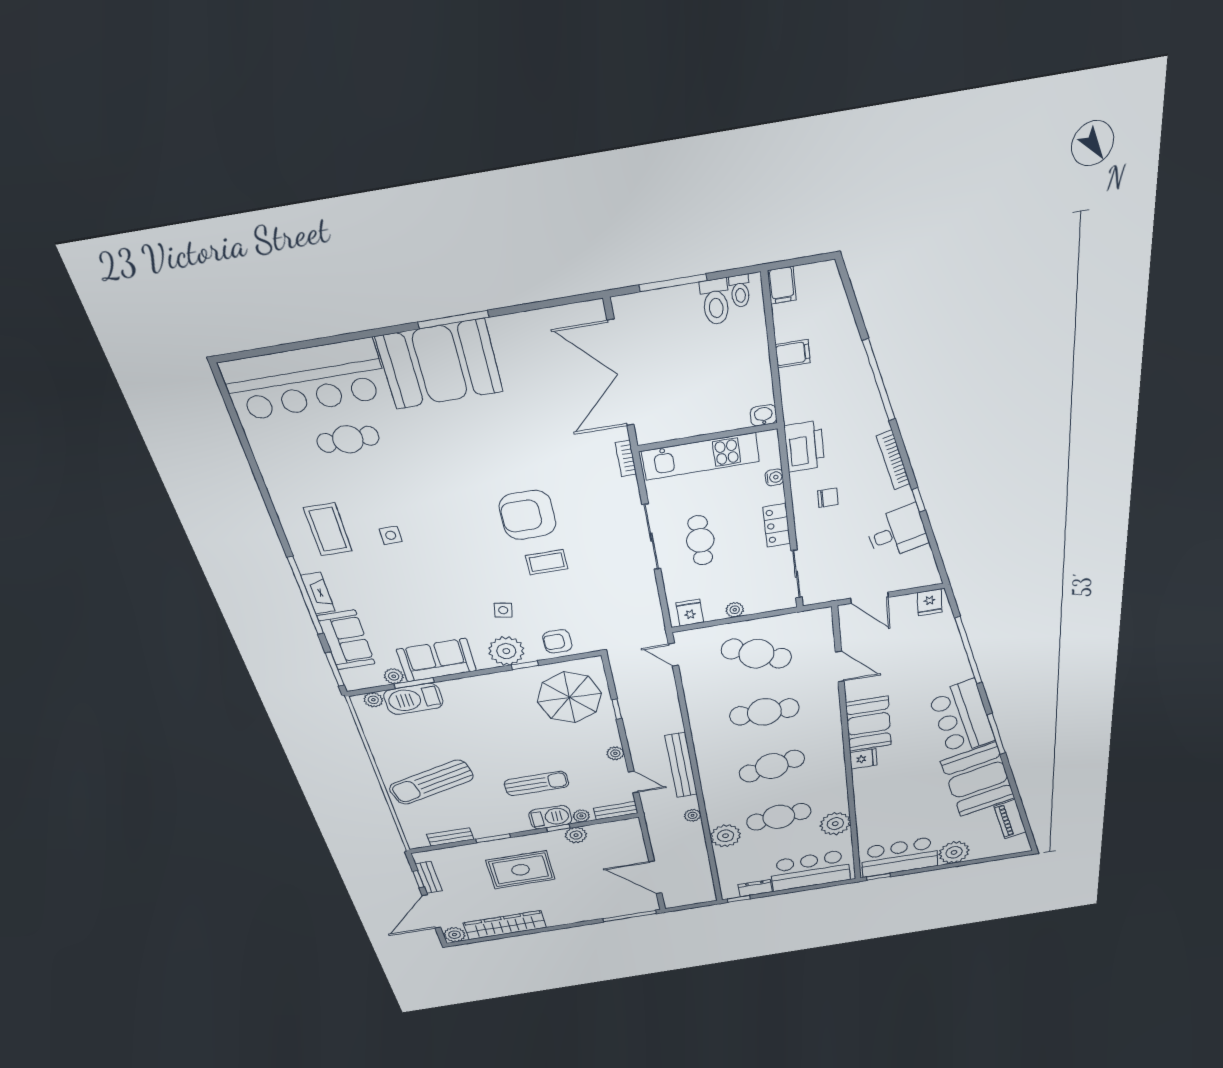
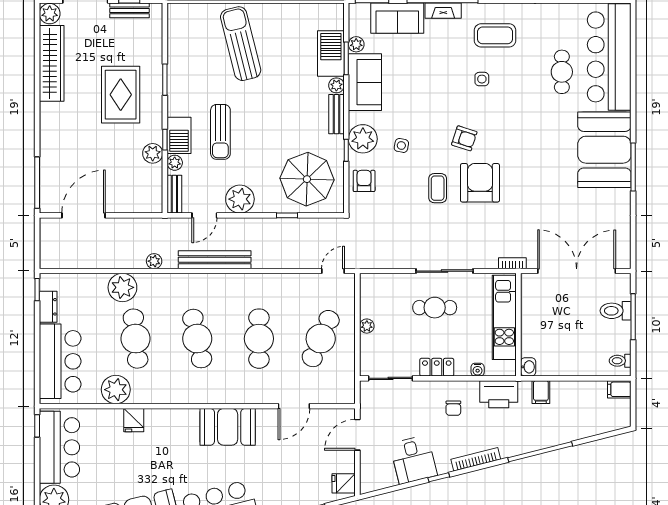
toilet: (715, 302) -> (616, 311), moved
filing cabinet: (793, 354) -> (541, 392), moved
armchair: (474, 543) -> (464, 138), added
fridge: (690, 613) -> (371, 290), removed
plant: (373, 700) -> (336, 85), moved
plant: (615, 753) -> (240, 199), width x1.88, depth x1.88
fridge: (863, 759) -> (134, 420), moved
bench: (450, 837) -> (337, 114), moved

